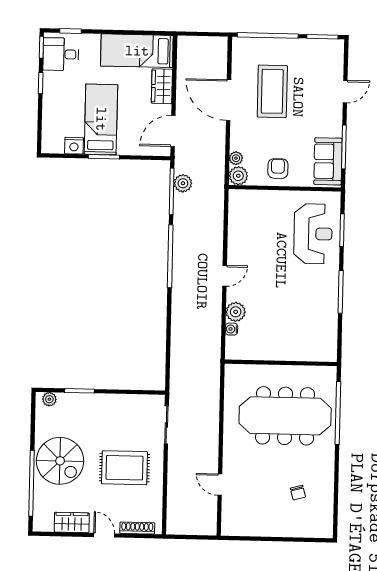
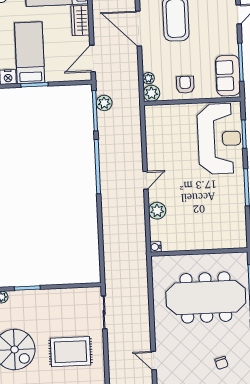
reception desk: (313, 234) -> (219, 139), width x1.36, depth x1.30
water cooler: (231, 329) -> (156, 247), moved

